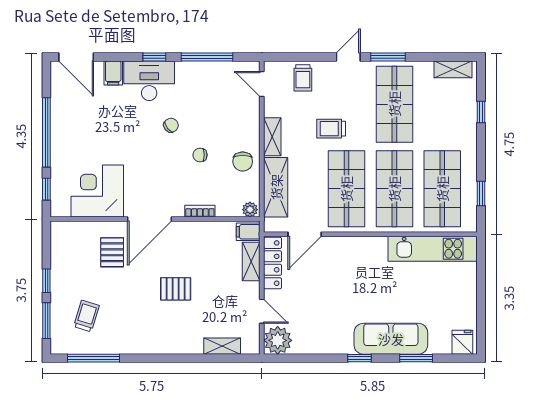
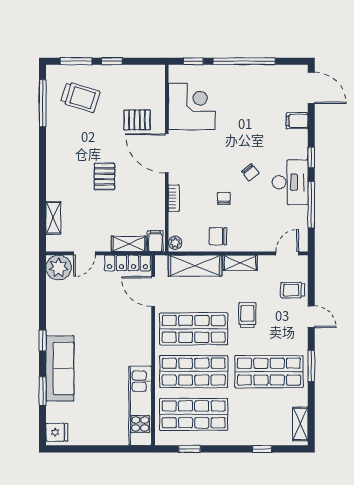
door: (76, 57) -> (311, 88), swing flipped
door: (348, 57) -> (311, 317), moved
desk: (149, 81) -> (290, 182), moved
trolley: (86, 316) -> (80, 97), width x1.36, depth x1.39

